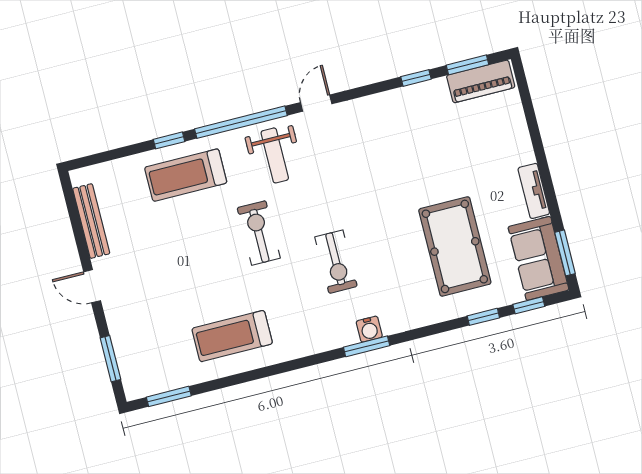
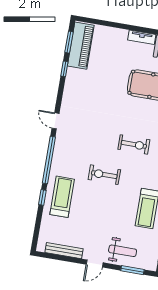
piano: (481, 81) -> (81, 46), width x1.37, depth x1.33
weight bench: (275, 155) -> (123, 251), moved
treadmill: (186, 175) -> (62, 197), turned 180

